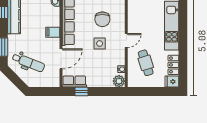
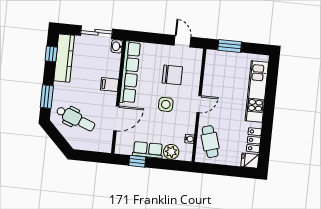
chair: (102, 19) -> (172, 75), turned -90
cafe table: (146, 63) -> (210, 142), moved
row of seats: (74, 81) -> (148, 150), moved
plant: (119, 81) -> (171, 152), moved

